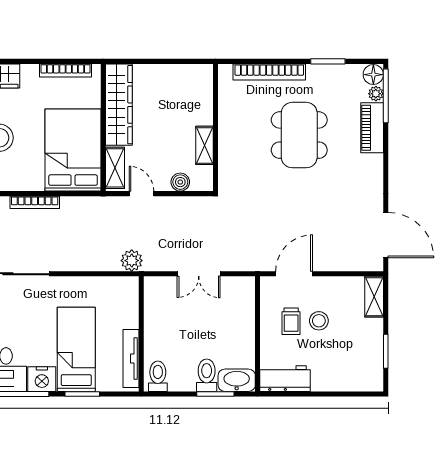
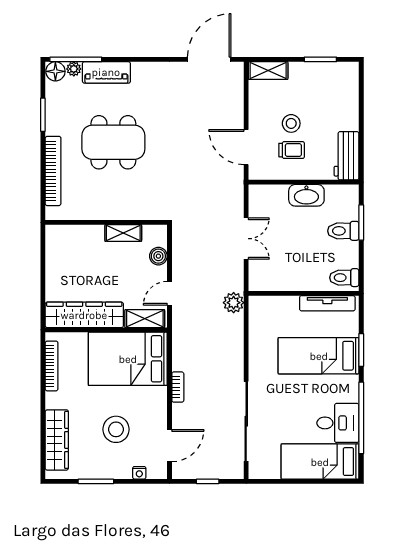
bookcase: (35, 202) -> (178, 387), width x0.64
nightstand: (42, 379) -> (347, 389), removed
washbasin: (237, 380) -> (306, 195), moved, turned -90

